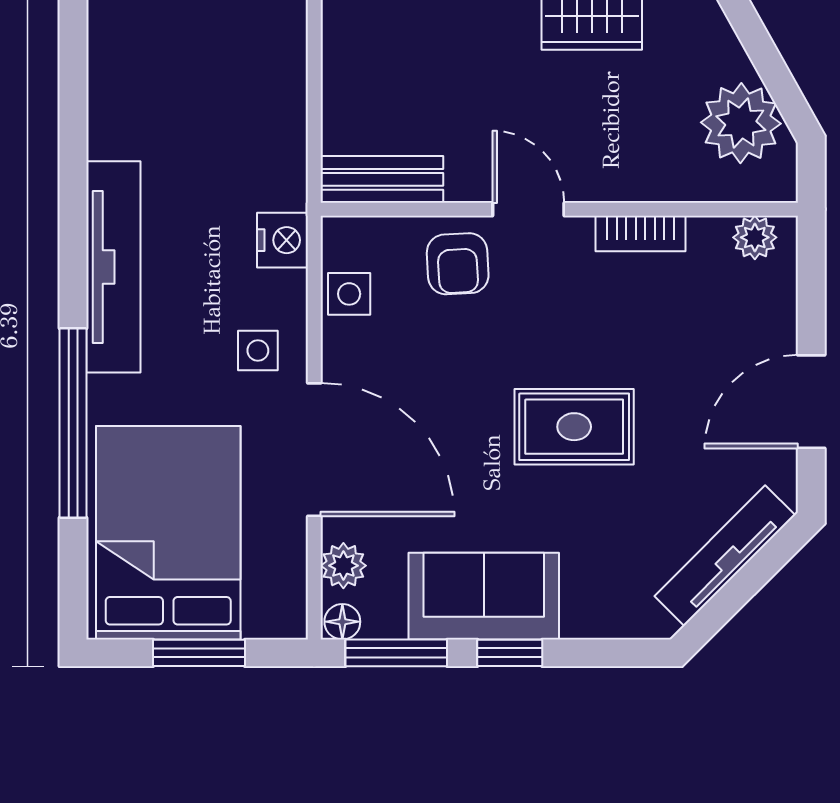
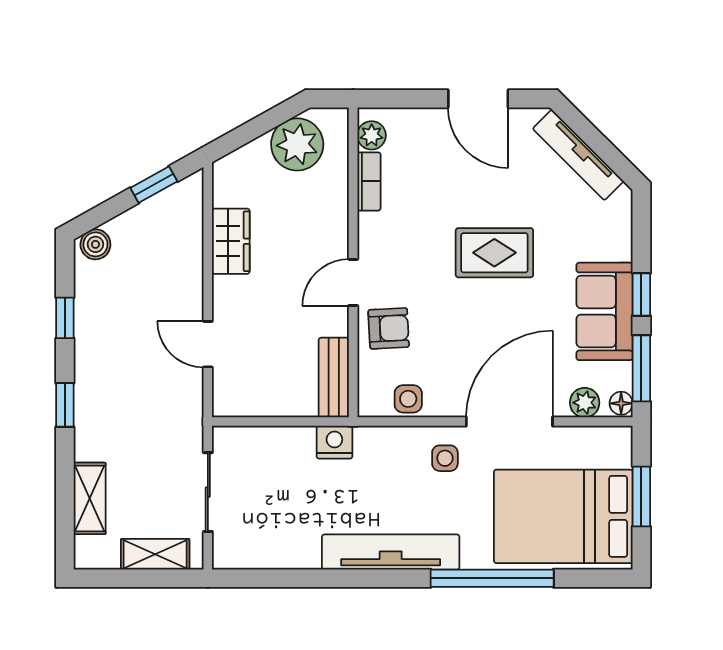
bookcase: (641, 233) -> (369, 181), moved
nightstand: (283, 240) -> (334, 442), moved
rug: (574, 427) -> (494, 253), turned 90

